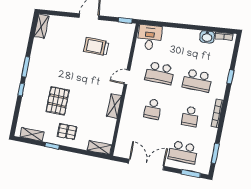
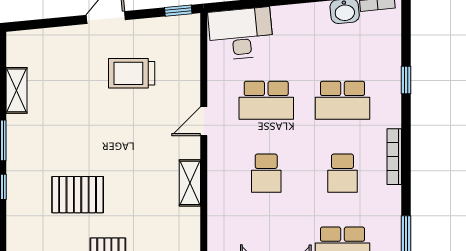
shelving: (41, 26) -> (17, 90), moved
desk: (150, 37) -> (241, 34), width x1.37
pallet: (58, 101) -> (78, 195), turned 90

